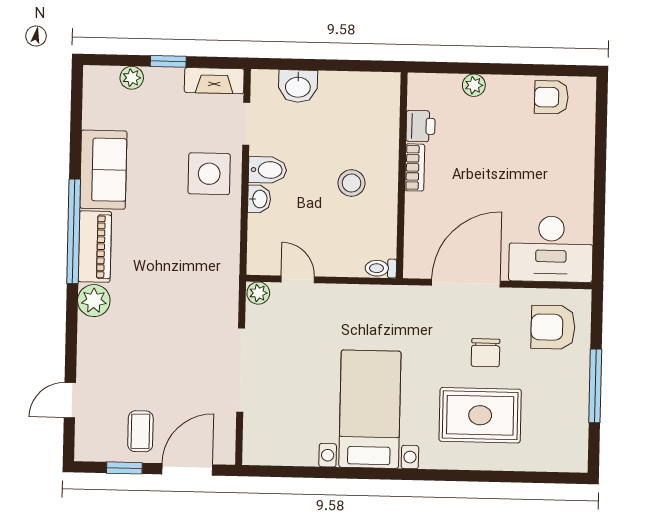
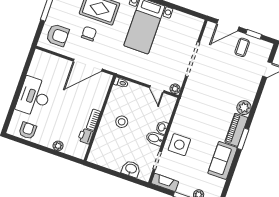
armchair: (551, 97) -> (28, 131), turned -90
window: (74, 231) -> (243, 139), width x0.47
desk: (551, 249) -> (34, 97), moved, turned -90

